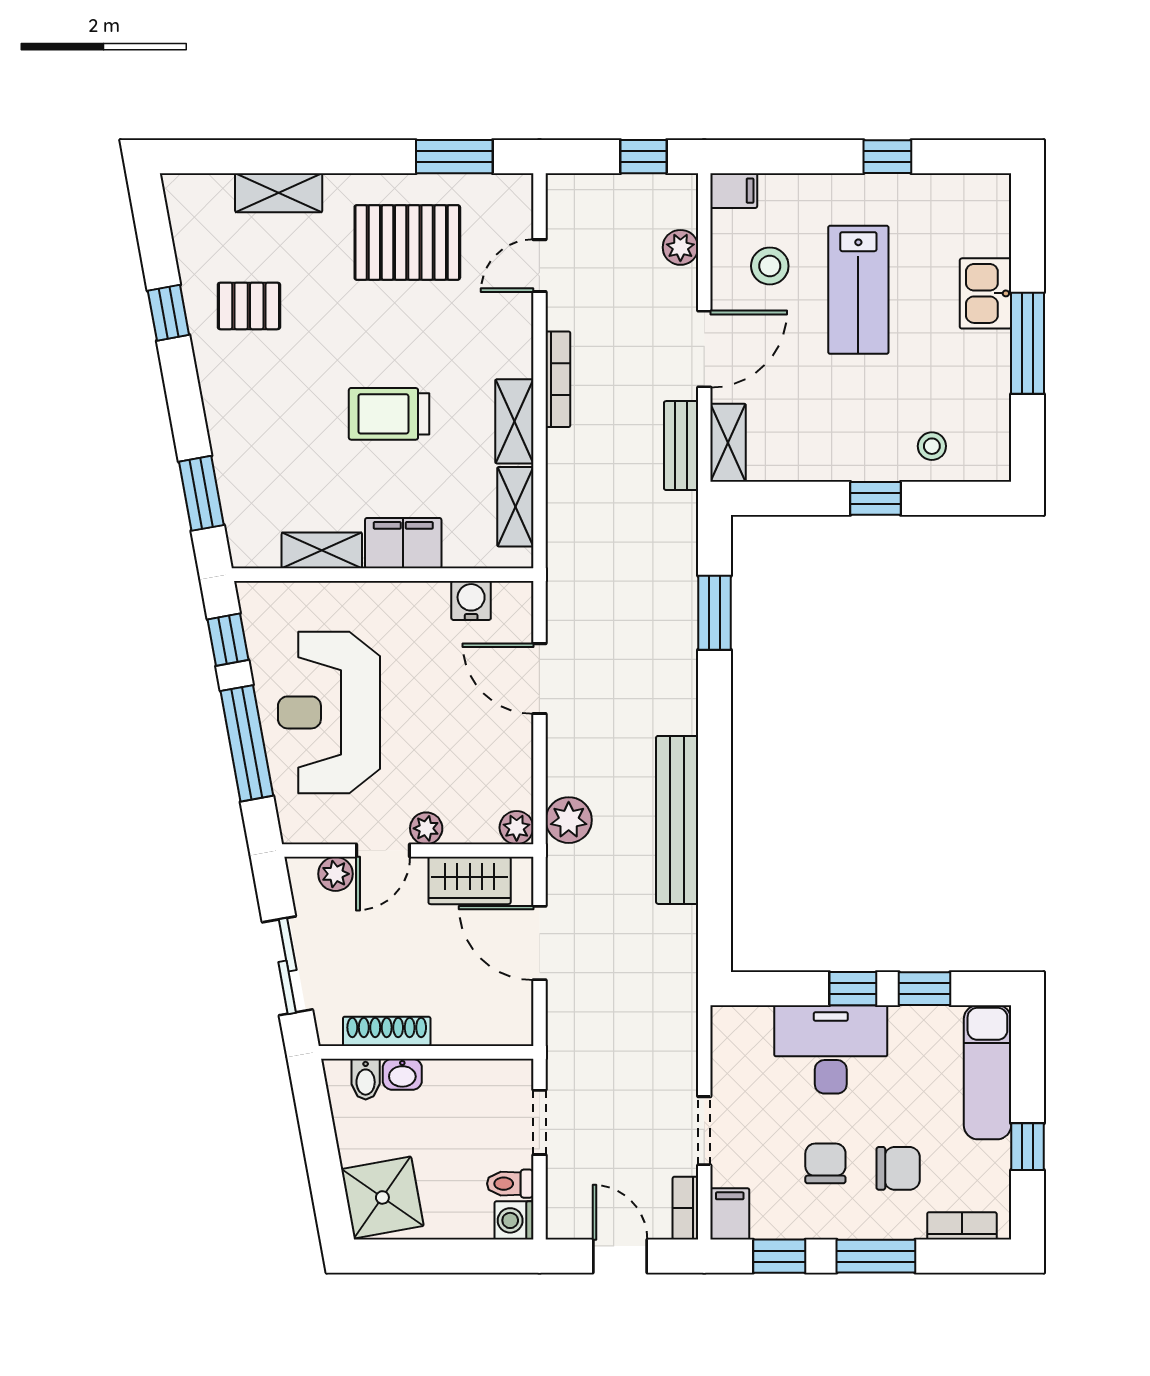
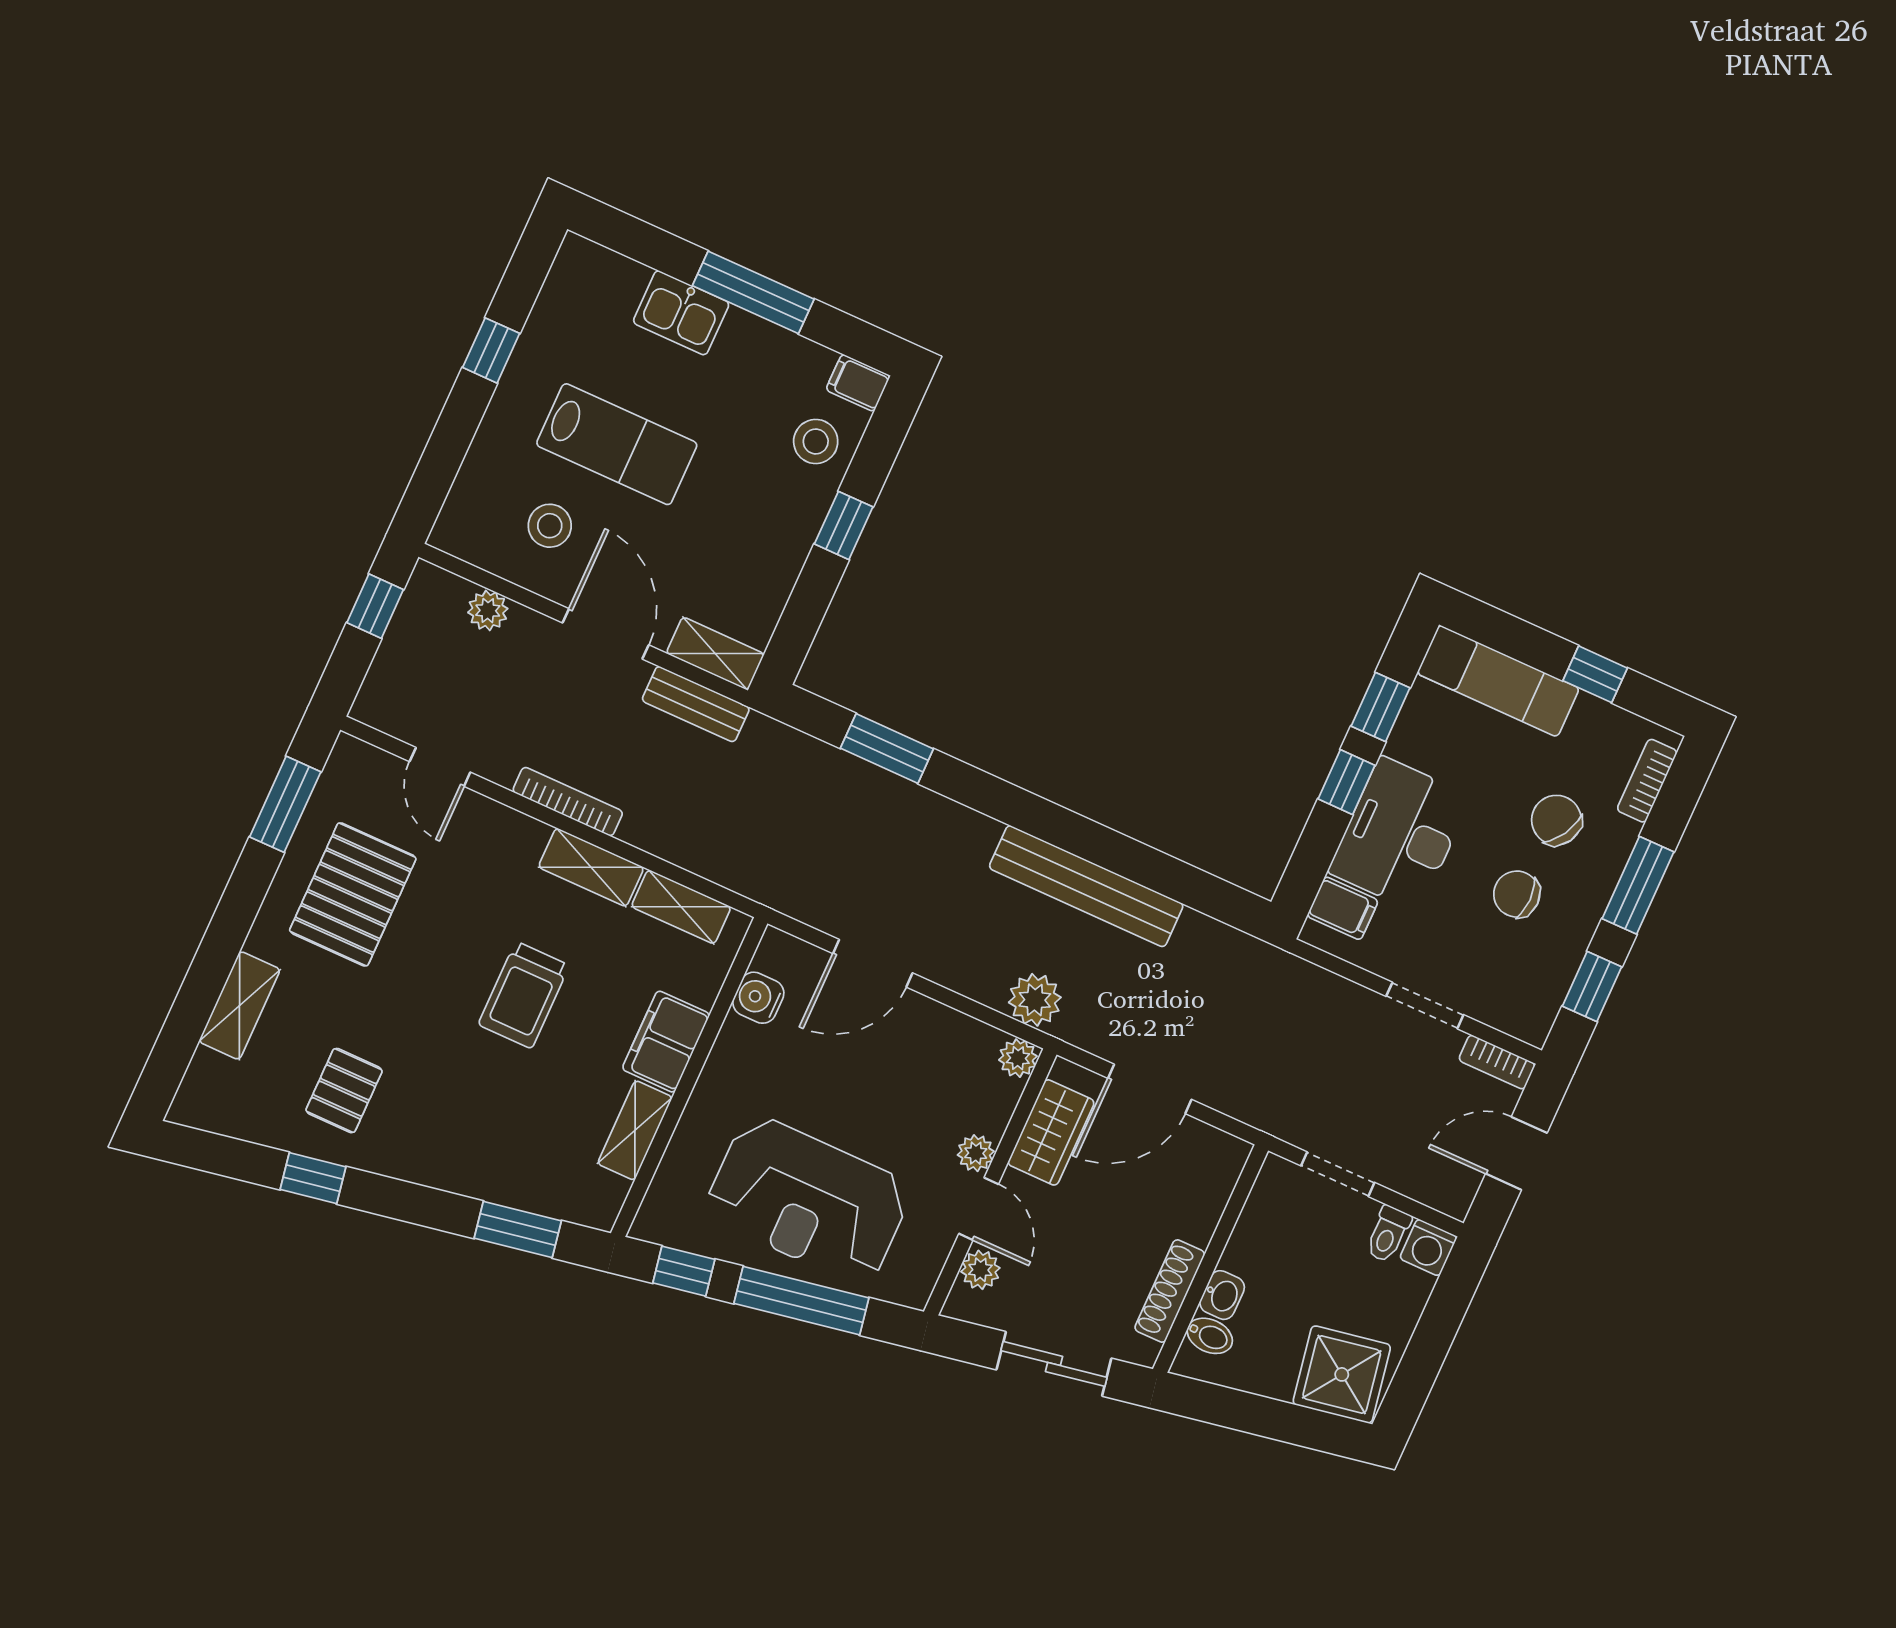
filing cabinet: (734, 191) -> (858, 383), moved, turned -90
stool: (932, 446) -> (816, 441), width x1.37, depth x1.37
chair: (898, 1168) -> (1556, 820), turned -60
filing cabinet: (730, 1214) -> (1343, 908), moved, turned 180

